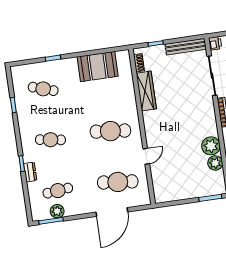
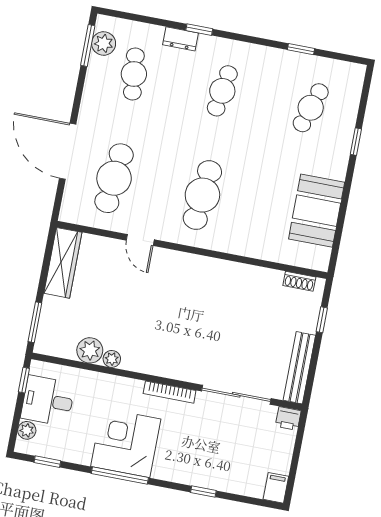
wardrobe: (146, 91) -> (63, 263), moved, turned -90
plant: (211, 146) -> (112, 359), width x0.53, depth x0.53
plant: (57, 211) -> (104, 43), moved

